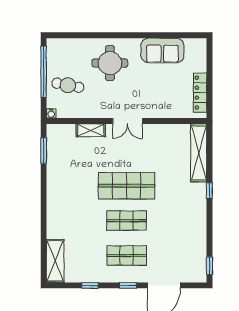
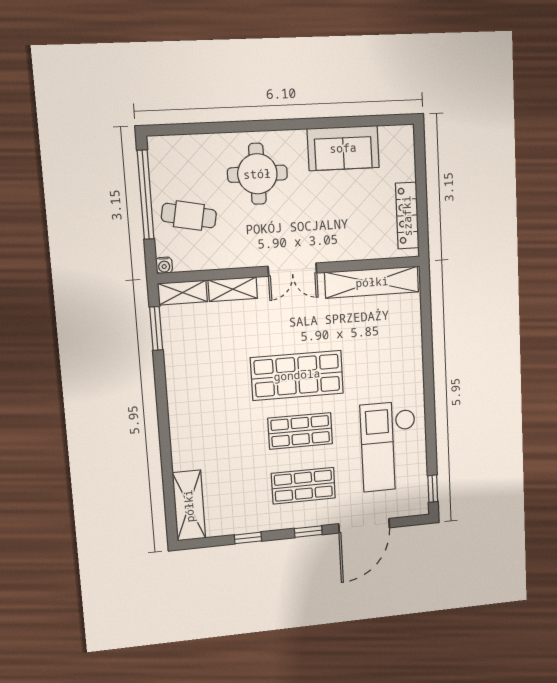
shelving: (61, 130) -> (183, 293), added
shelving: (199, 153) -> (372, 282), moved, turned 90
window: (209, 191) -> (428, 373), removed
checkout: (182, 235) -> (389, 446), added

